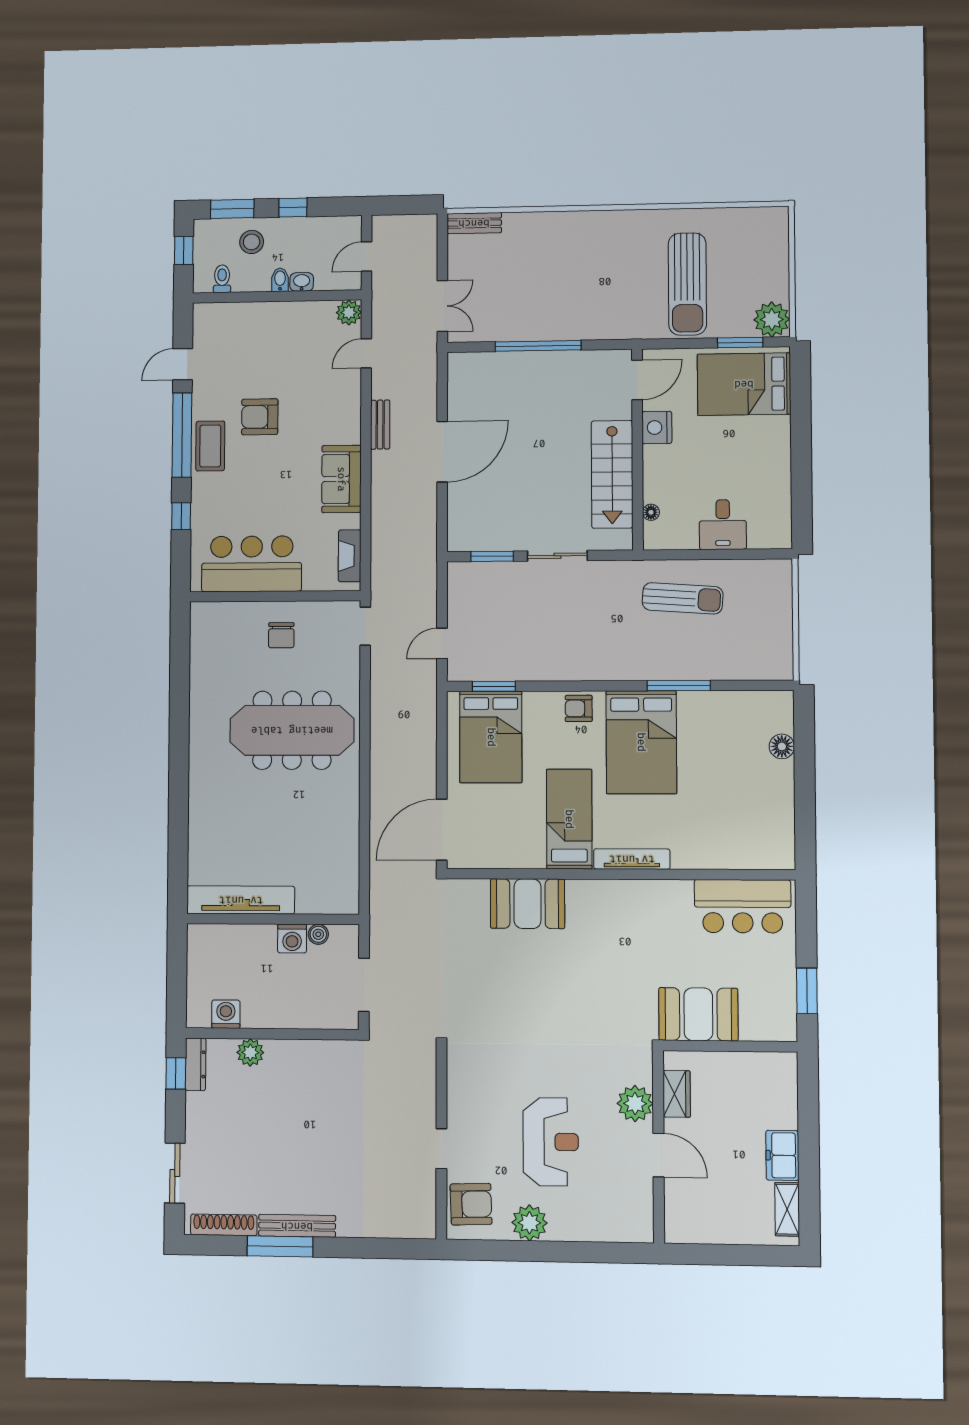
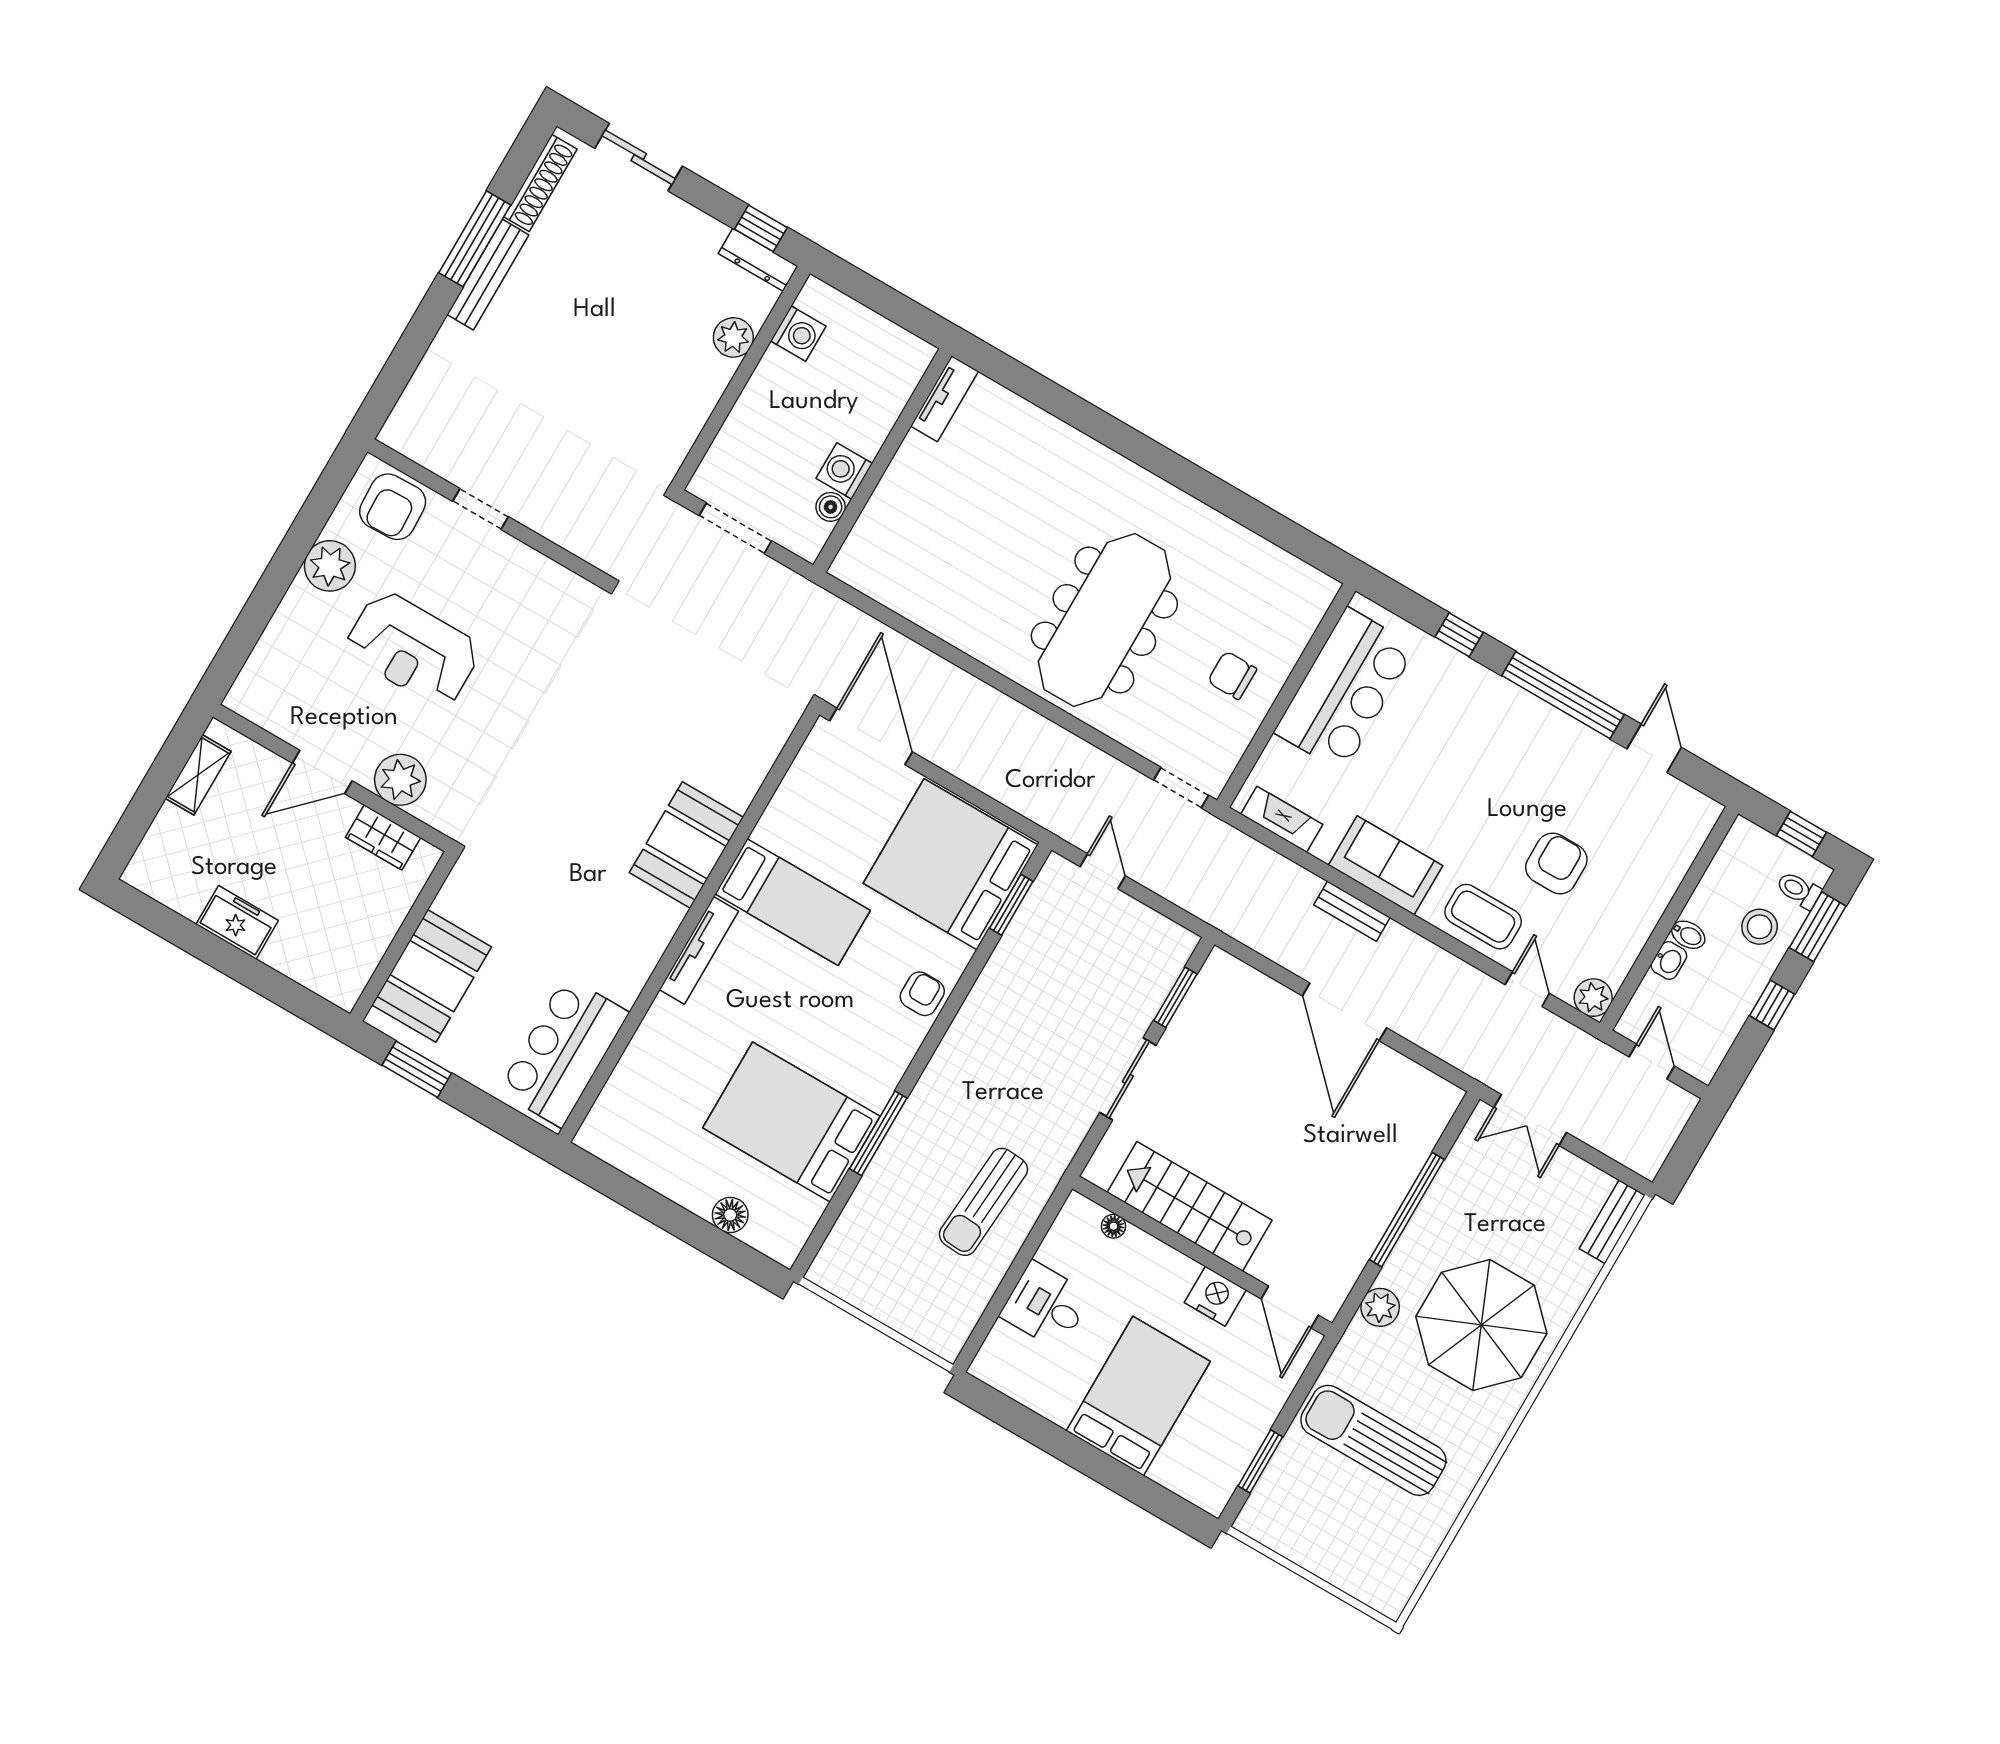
parasol: (581, 262) -> (1481, 1325), added
toilet: (222, 279) -> (1799, 890), moved, turned 180
plant: (772, 319) -> (1380, 1307), moved, width x0.73, depth x0.73
bed: (744, 384) -> (1138, 1396), moved
armchair: (260, 417) -> (1556, 864), moved
bench: (380, 425) -> (1352, 911), moved
coffee table: (210, 446) -> (1483, 917), moved
bed: (491, 737) -> (951, 864), width x1.36
bed: (641, 742) -> (791, 1122), moved
tv unit: (241, 900) -> (945, 399), width x0.52, depth x0.78
booth: (527, 904) -> (686, 845), moved
booth: (698, 1014) -> (432, 976), moved
shelving: (787, 1209) -> (198, 775), moved, turned 90

